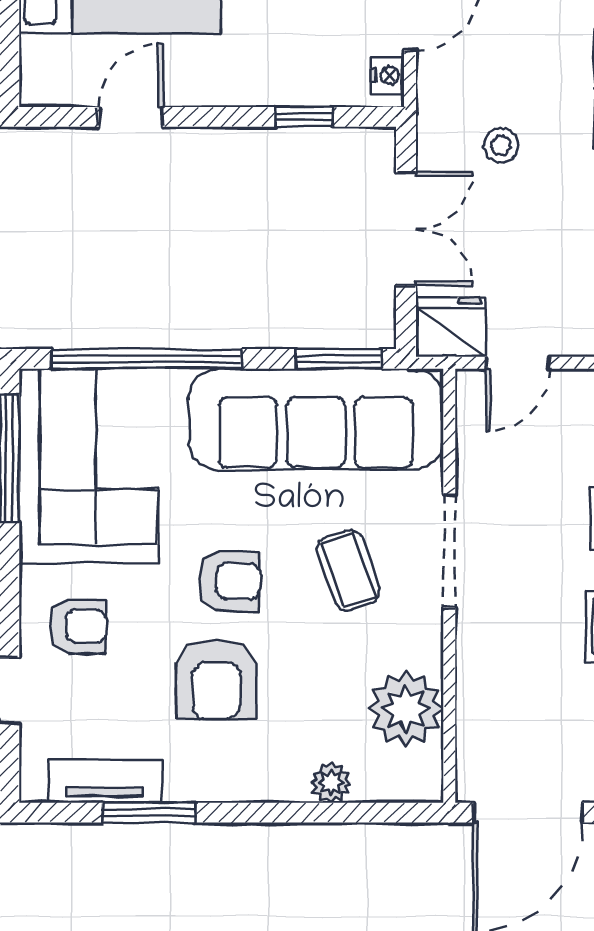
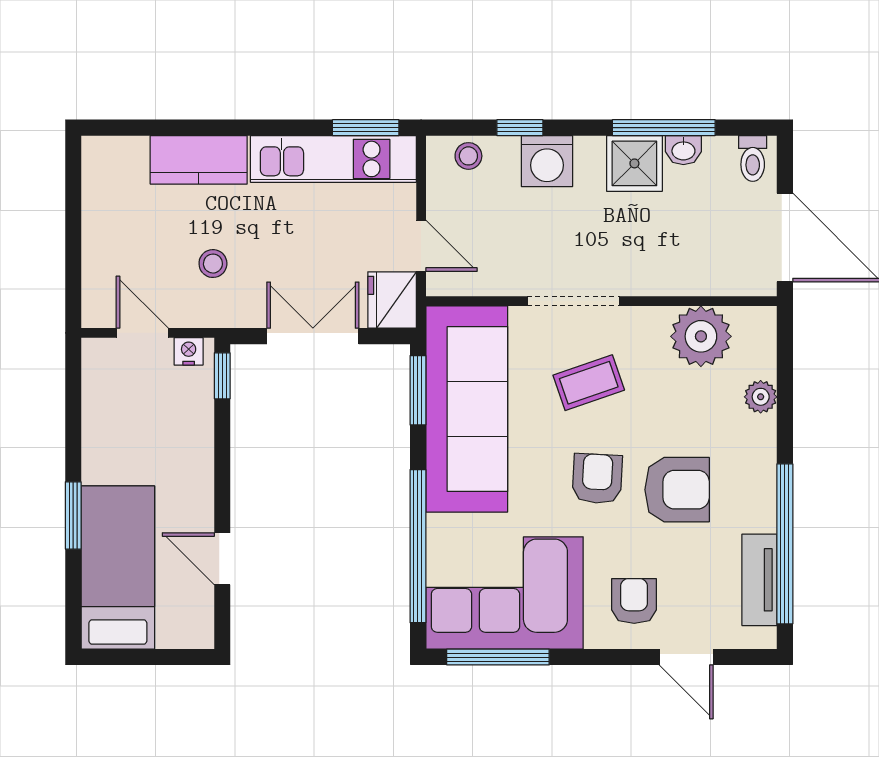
window: (304, 117) -> (222, 376), moved
stool: (501, 145) -> (213, 264), moved
window: (149, 813) -> (785, 544), width x2.11

